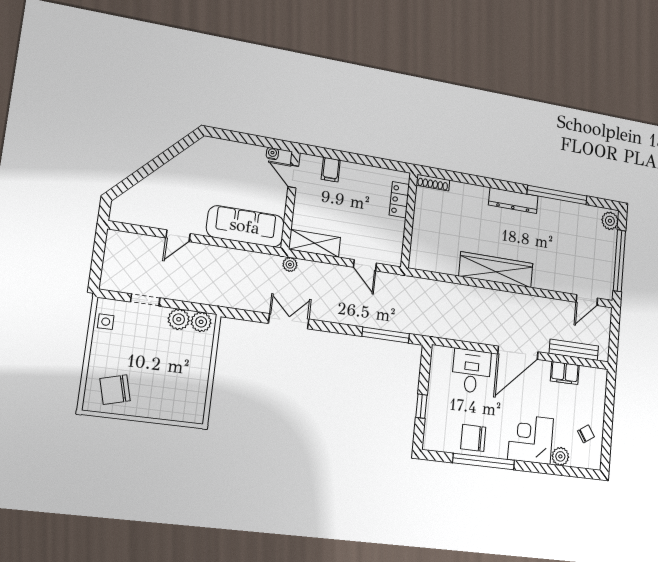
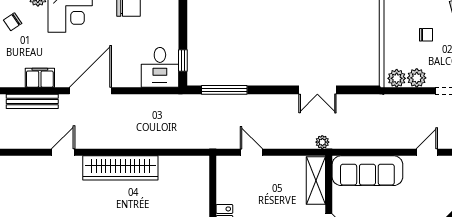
shelving: (315, 243) -> (316, 180), moved, turned 90
door: (587, 300) -> (63, 152), moved
chair: (162, 366) -> (426, 35), added
desk: (471, 371) -> (160, 67), moved
window: (421, 406) -> (183, 60), moved

